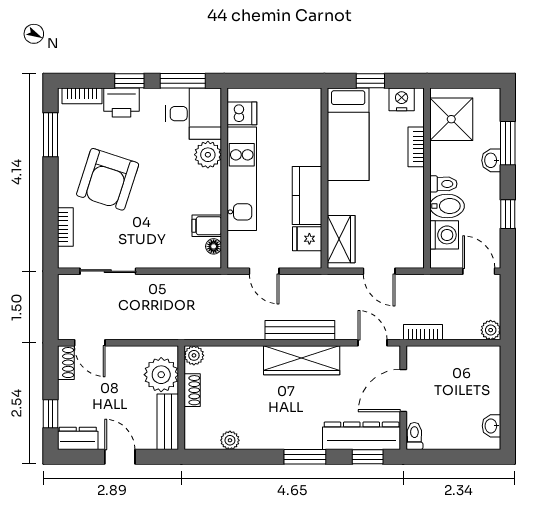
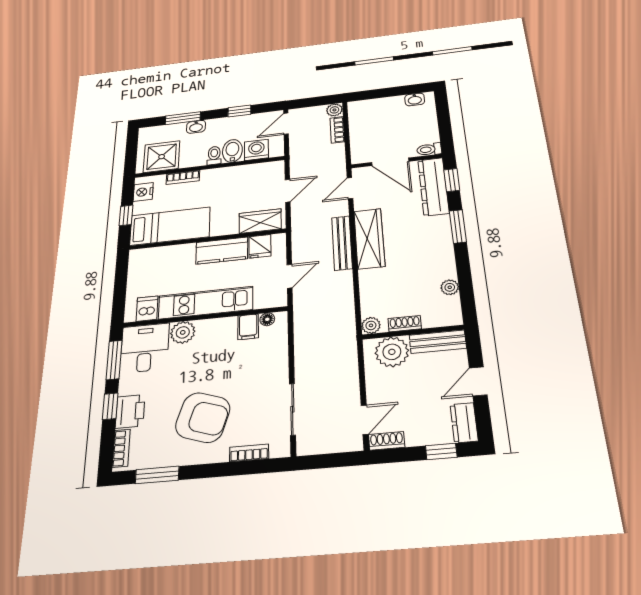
bookcase: (423, 332) -> (337, 130), moved

